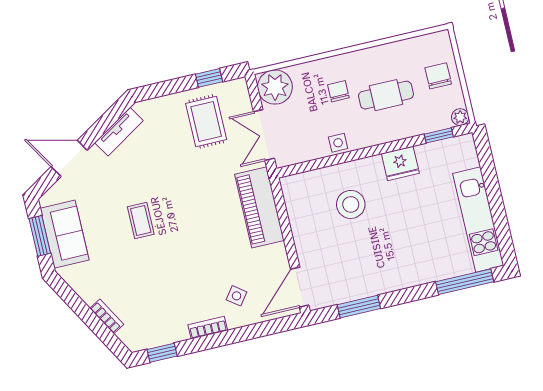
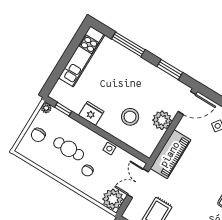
double door: (264, 135) -> (138, 183), swing flipped
plant: (309, 238) -> (162, 120), added
window: (465, 282) -> (128, 44), moved

